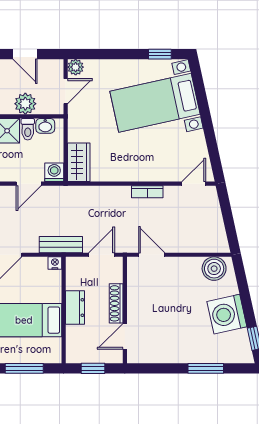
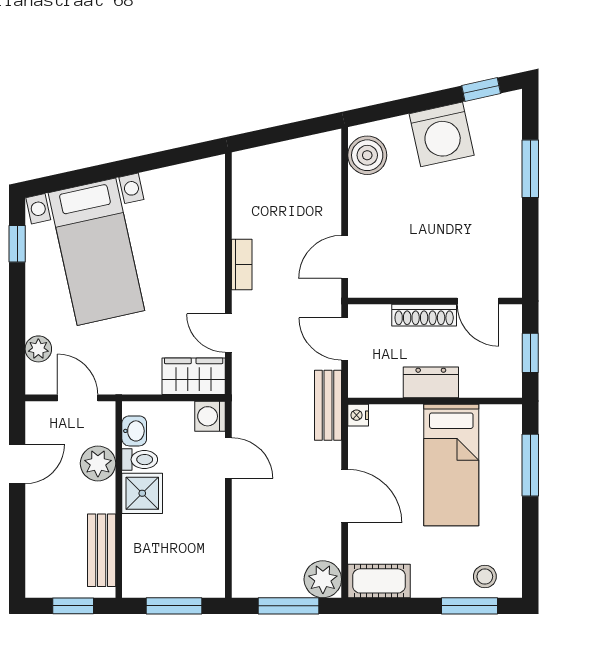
plant: (76, 67) -> (38, 349), moved
door: (194, 184) -> (228, 333), moved

